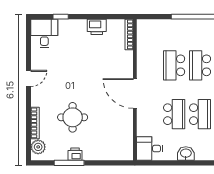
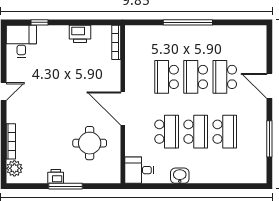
round table: (73, 117) -> (90, 143), moved
window: (69, 163) -> (66, 186), moved

